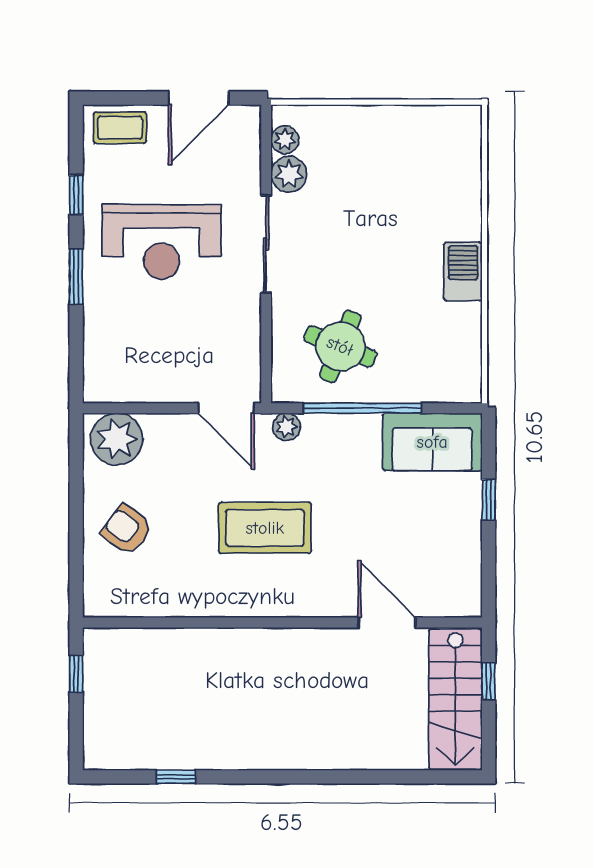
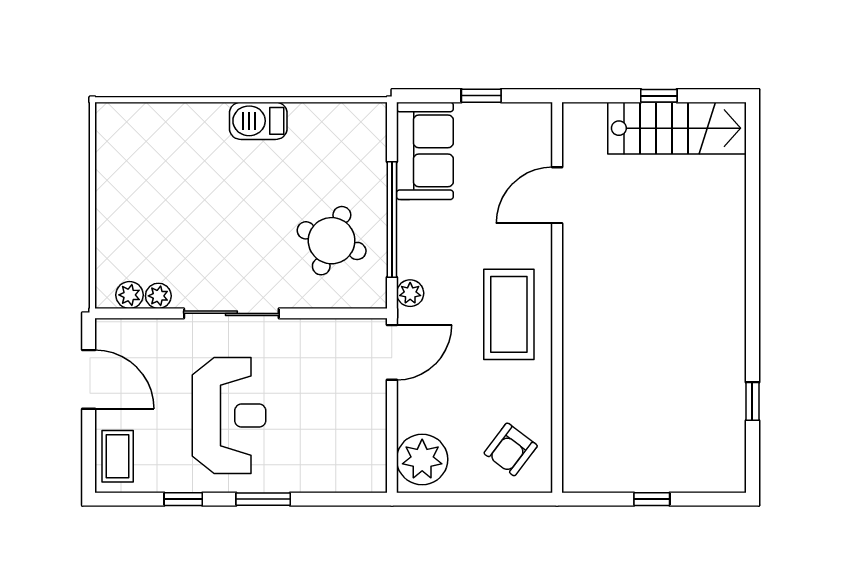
plant: (289, 174) -> (158, 296), width x0.73, depth x0.73
wall: (282, 623) -> (557, 297), moved
door: (387, 623) -> (557, 195), moved

